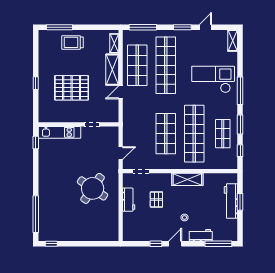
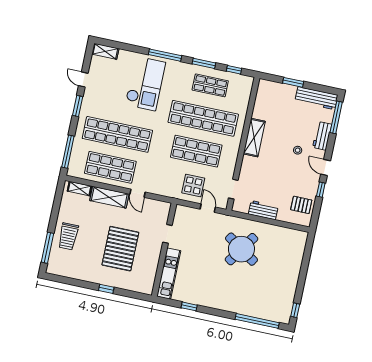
checkout: (213, 79) -> (145, 83), turned 180
display table: (137, 137) -> (193, 185), added
window: (36, 142) -> (189, 306), moved
pallet: (156, 199) -> (301, 205), moved
workbench: (231, 201) -> (316, 98), moved

